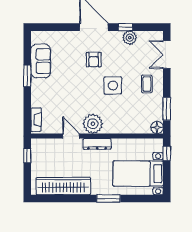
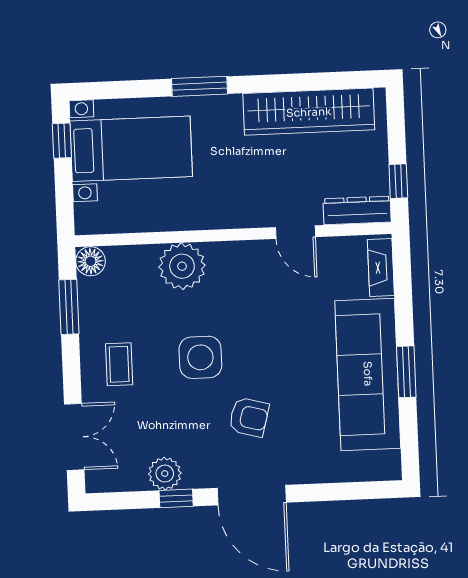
armchair: (94, 60) -> (249, 417), turned 105
sofa: (41, 61) -> (368, 374), width x1.85, depth x1.27
plant: (93, 124) -> (182, 266), moved
dresser: (97, 144) -> (357, 210), moved
window: (167, 153) -> (62, 141), moved

